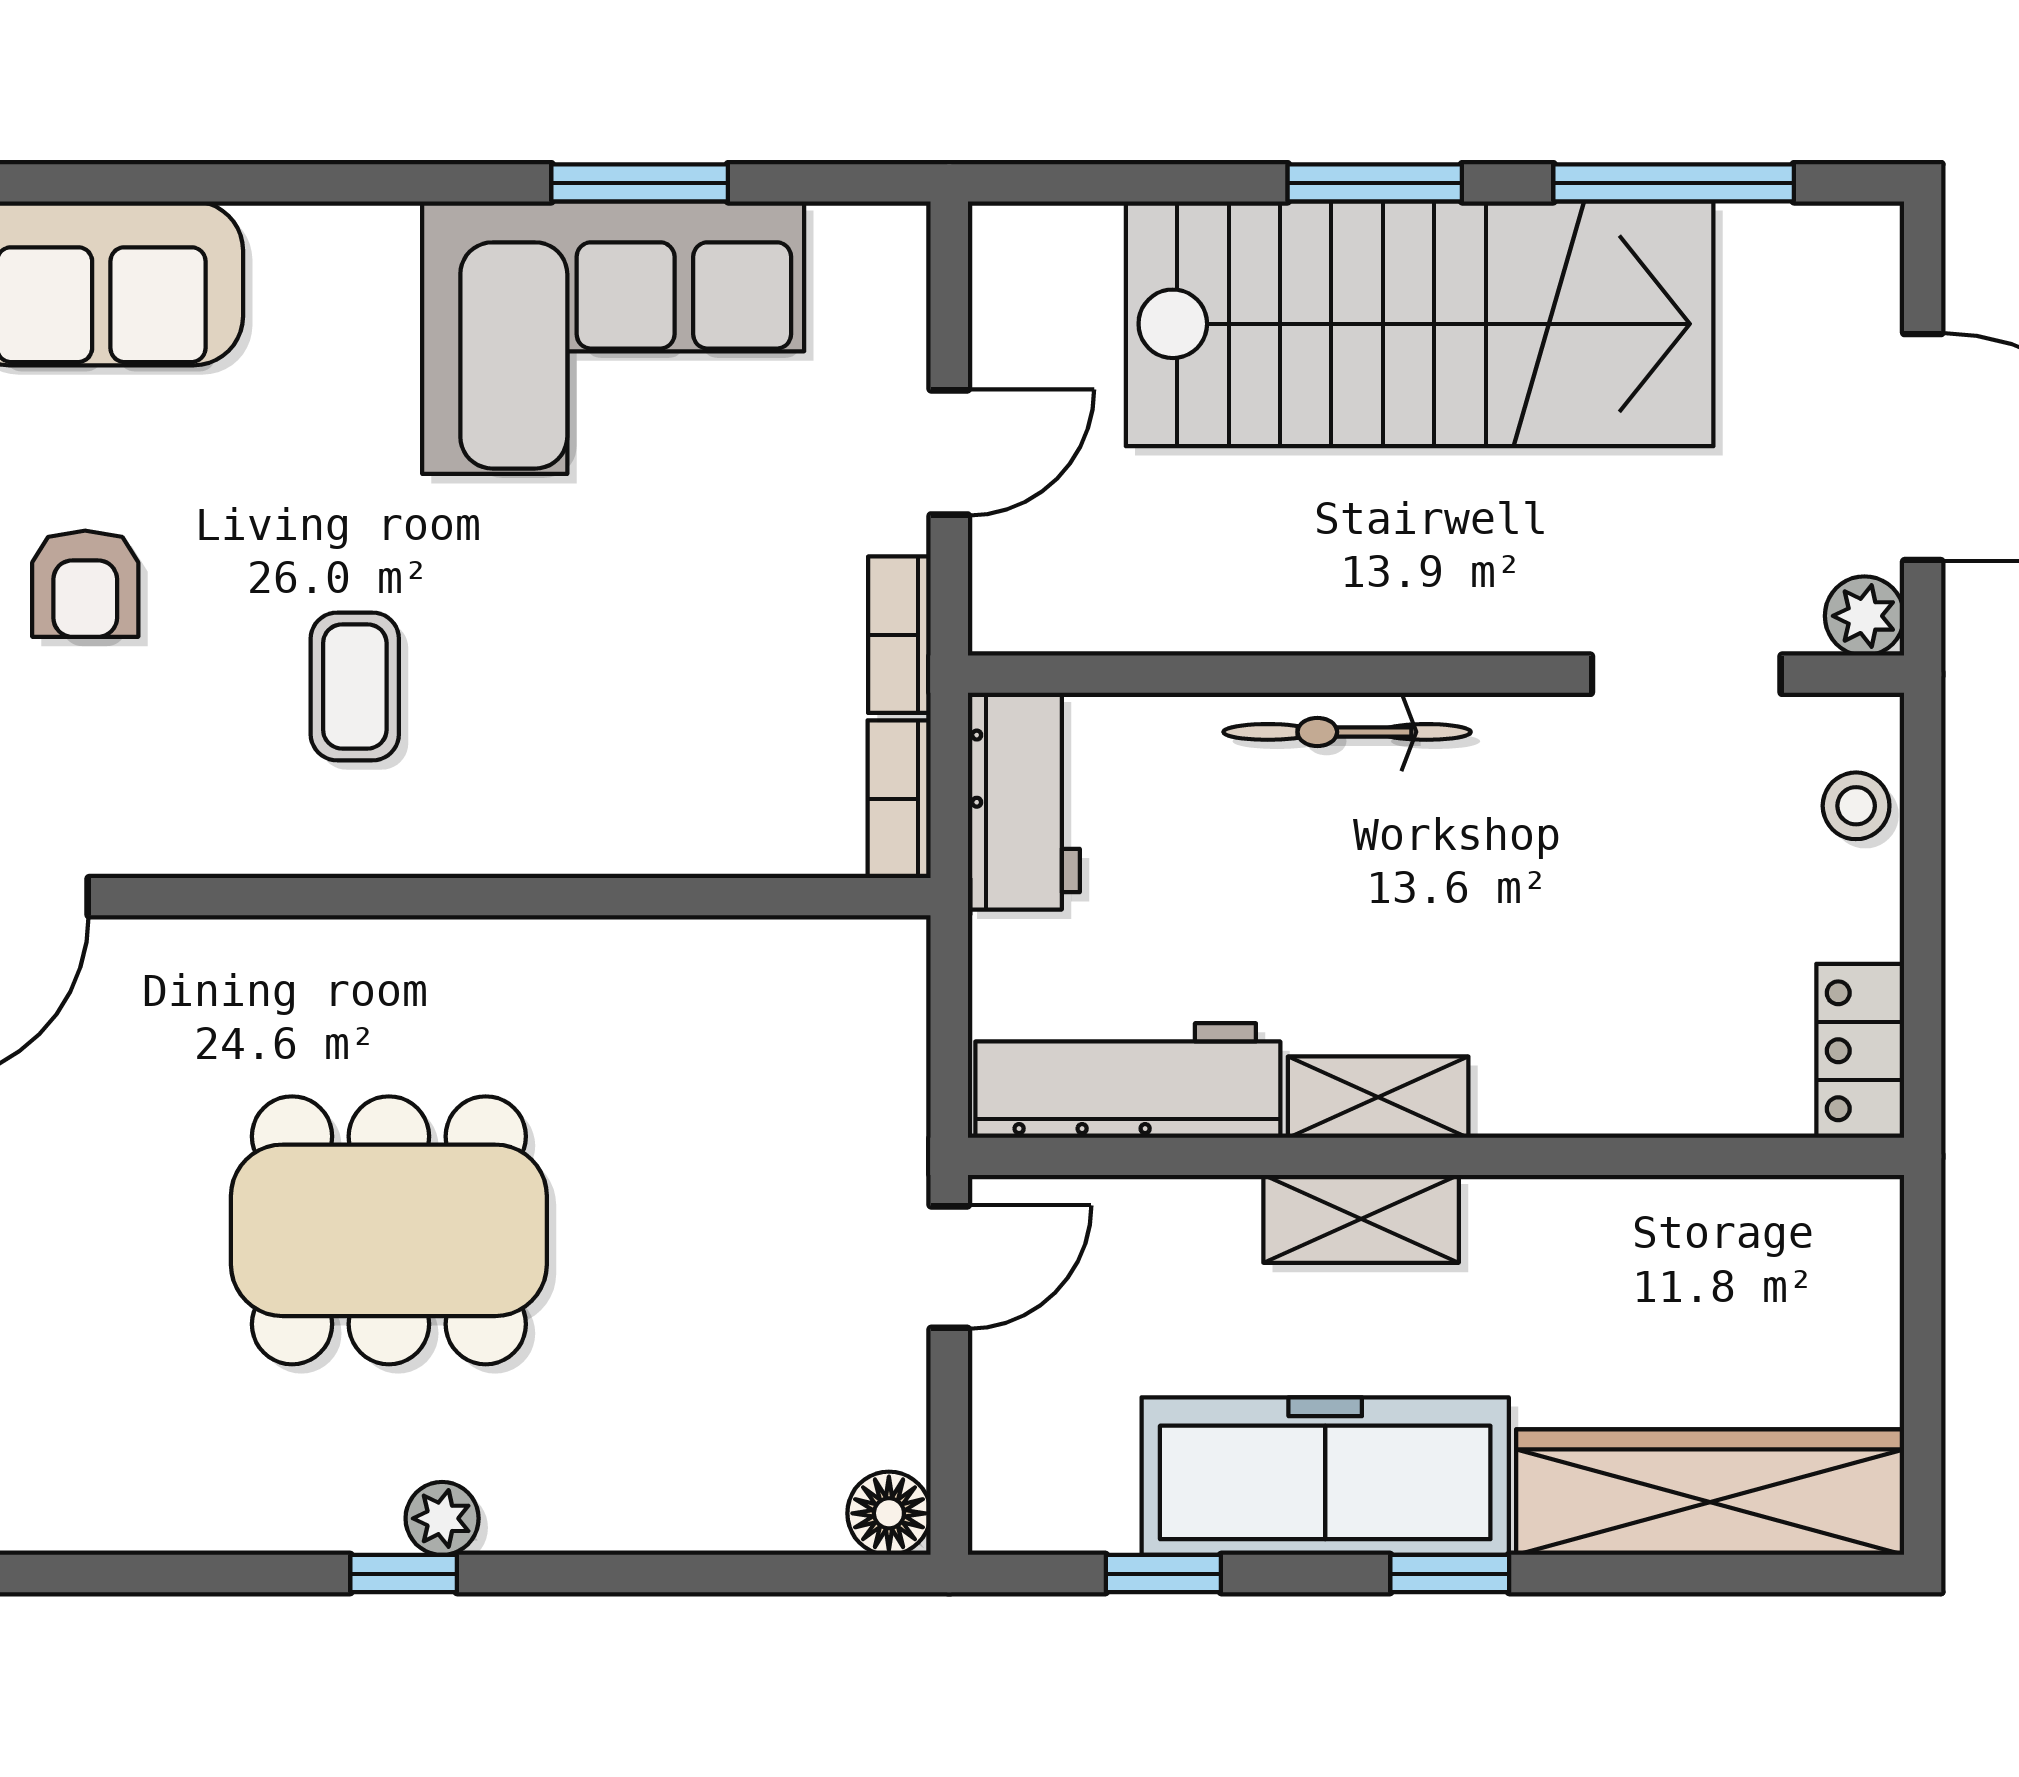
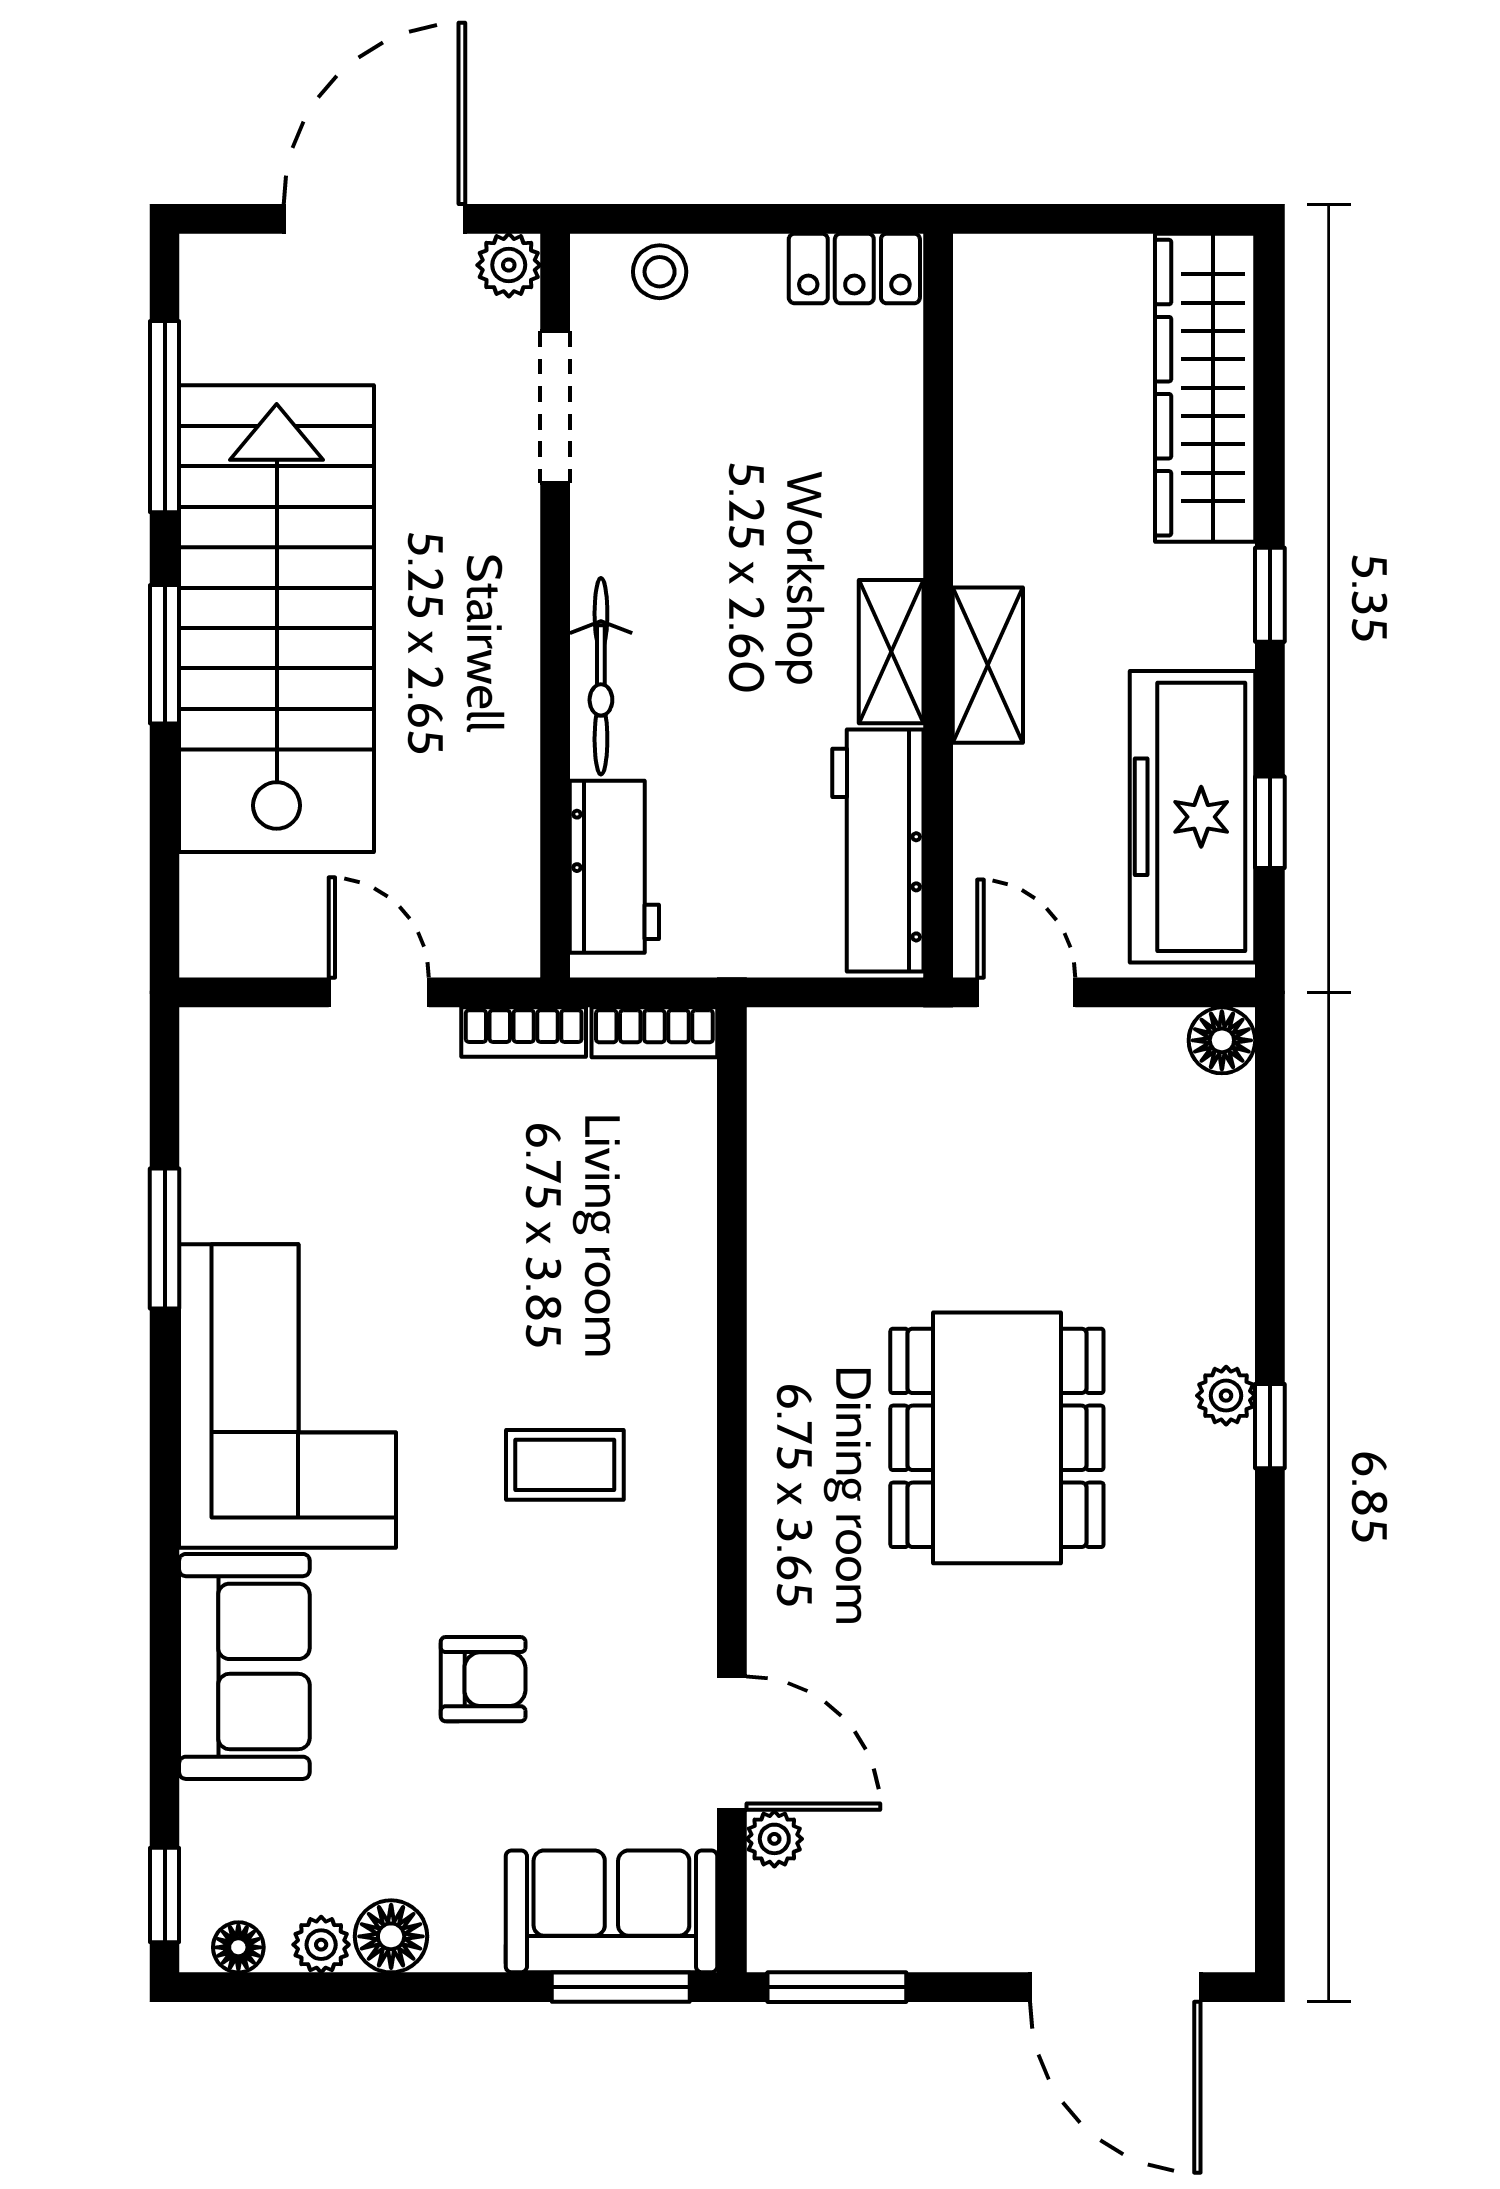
corner sofa: (613, 338) -> (288, 1396), moved
workbench: (1024, 801) -> (614, 867), moved, turned 90
freezer: (1325, 1476) -> (1192, 817), moved

